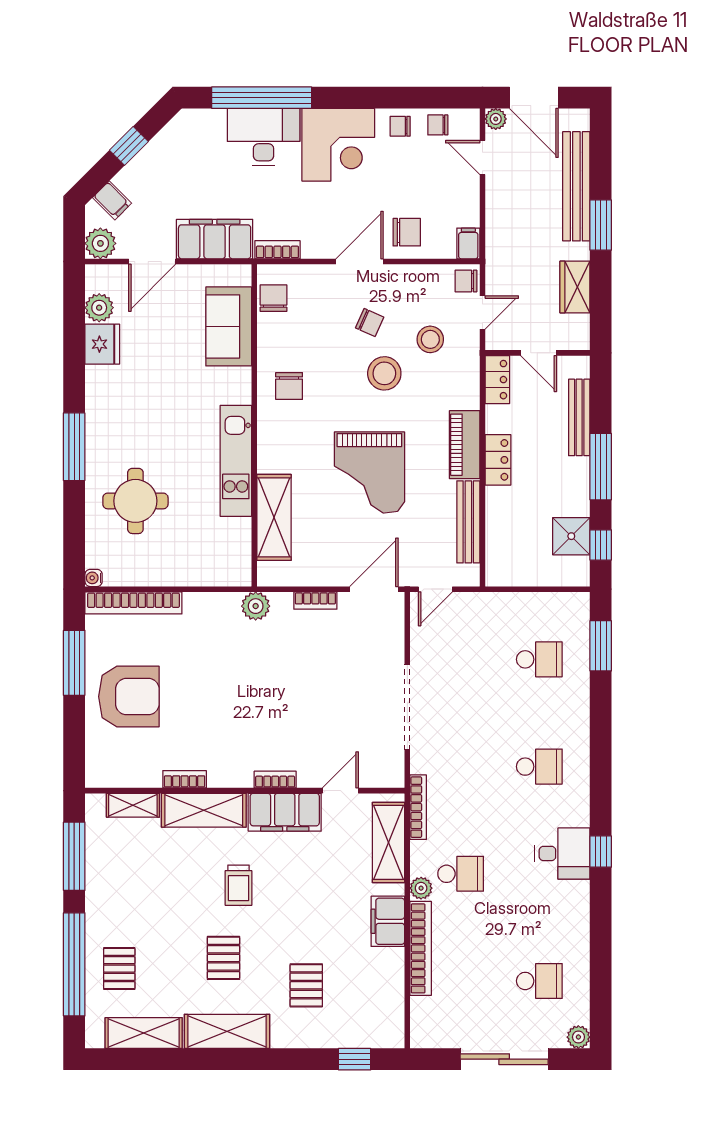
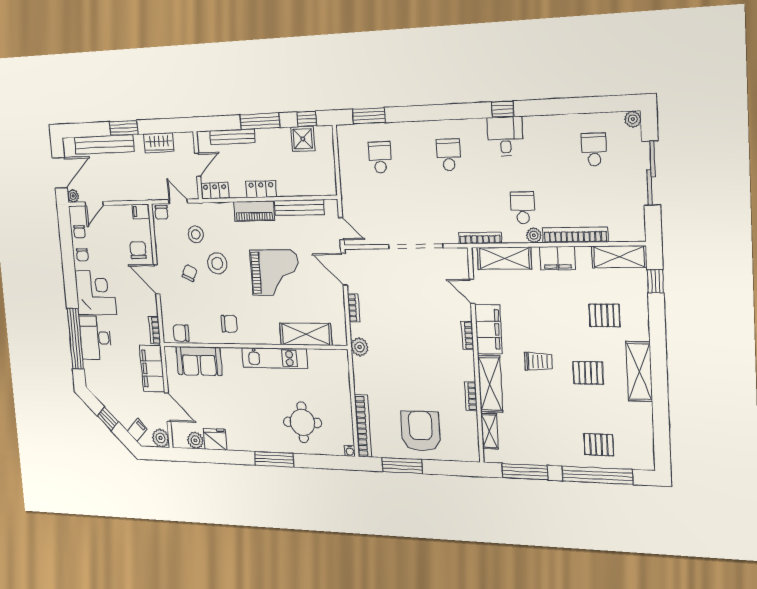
shelving: (144, 1033) -> (619, 257), moved, turned 90

